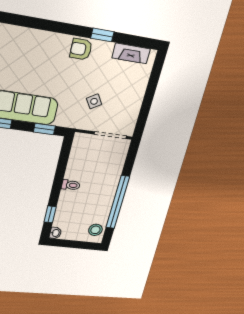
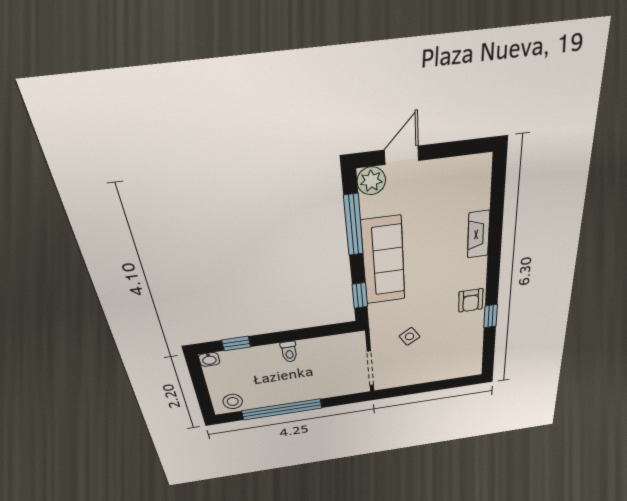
armchair: (81, 49) -> (471, 300), turned 180
fireplace: (131, 53) -> (479, 234), moved

